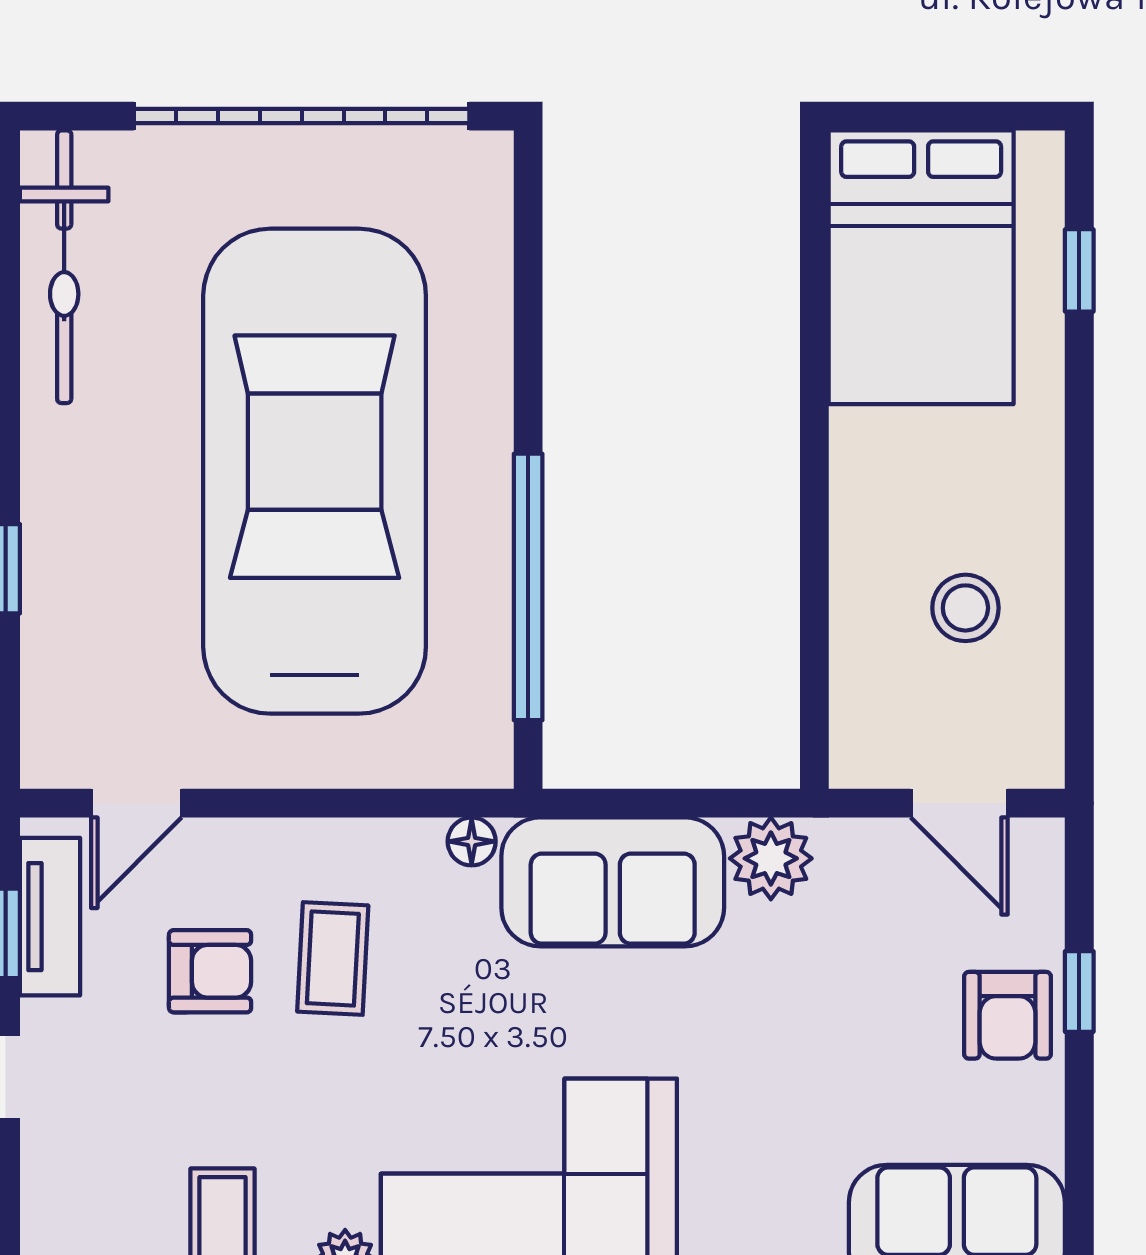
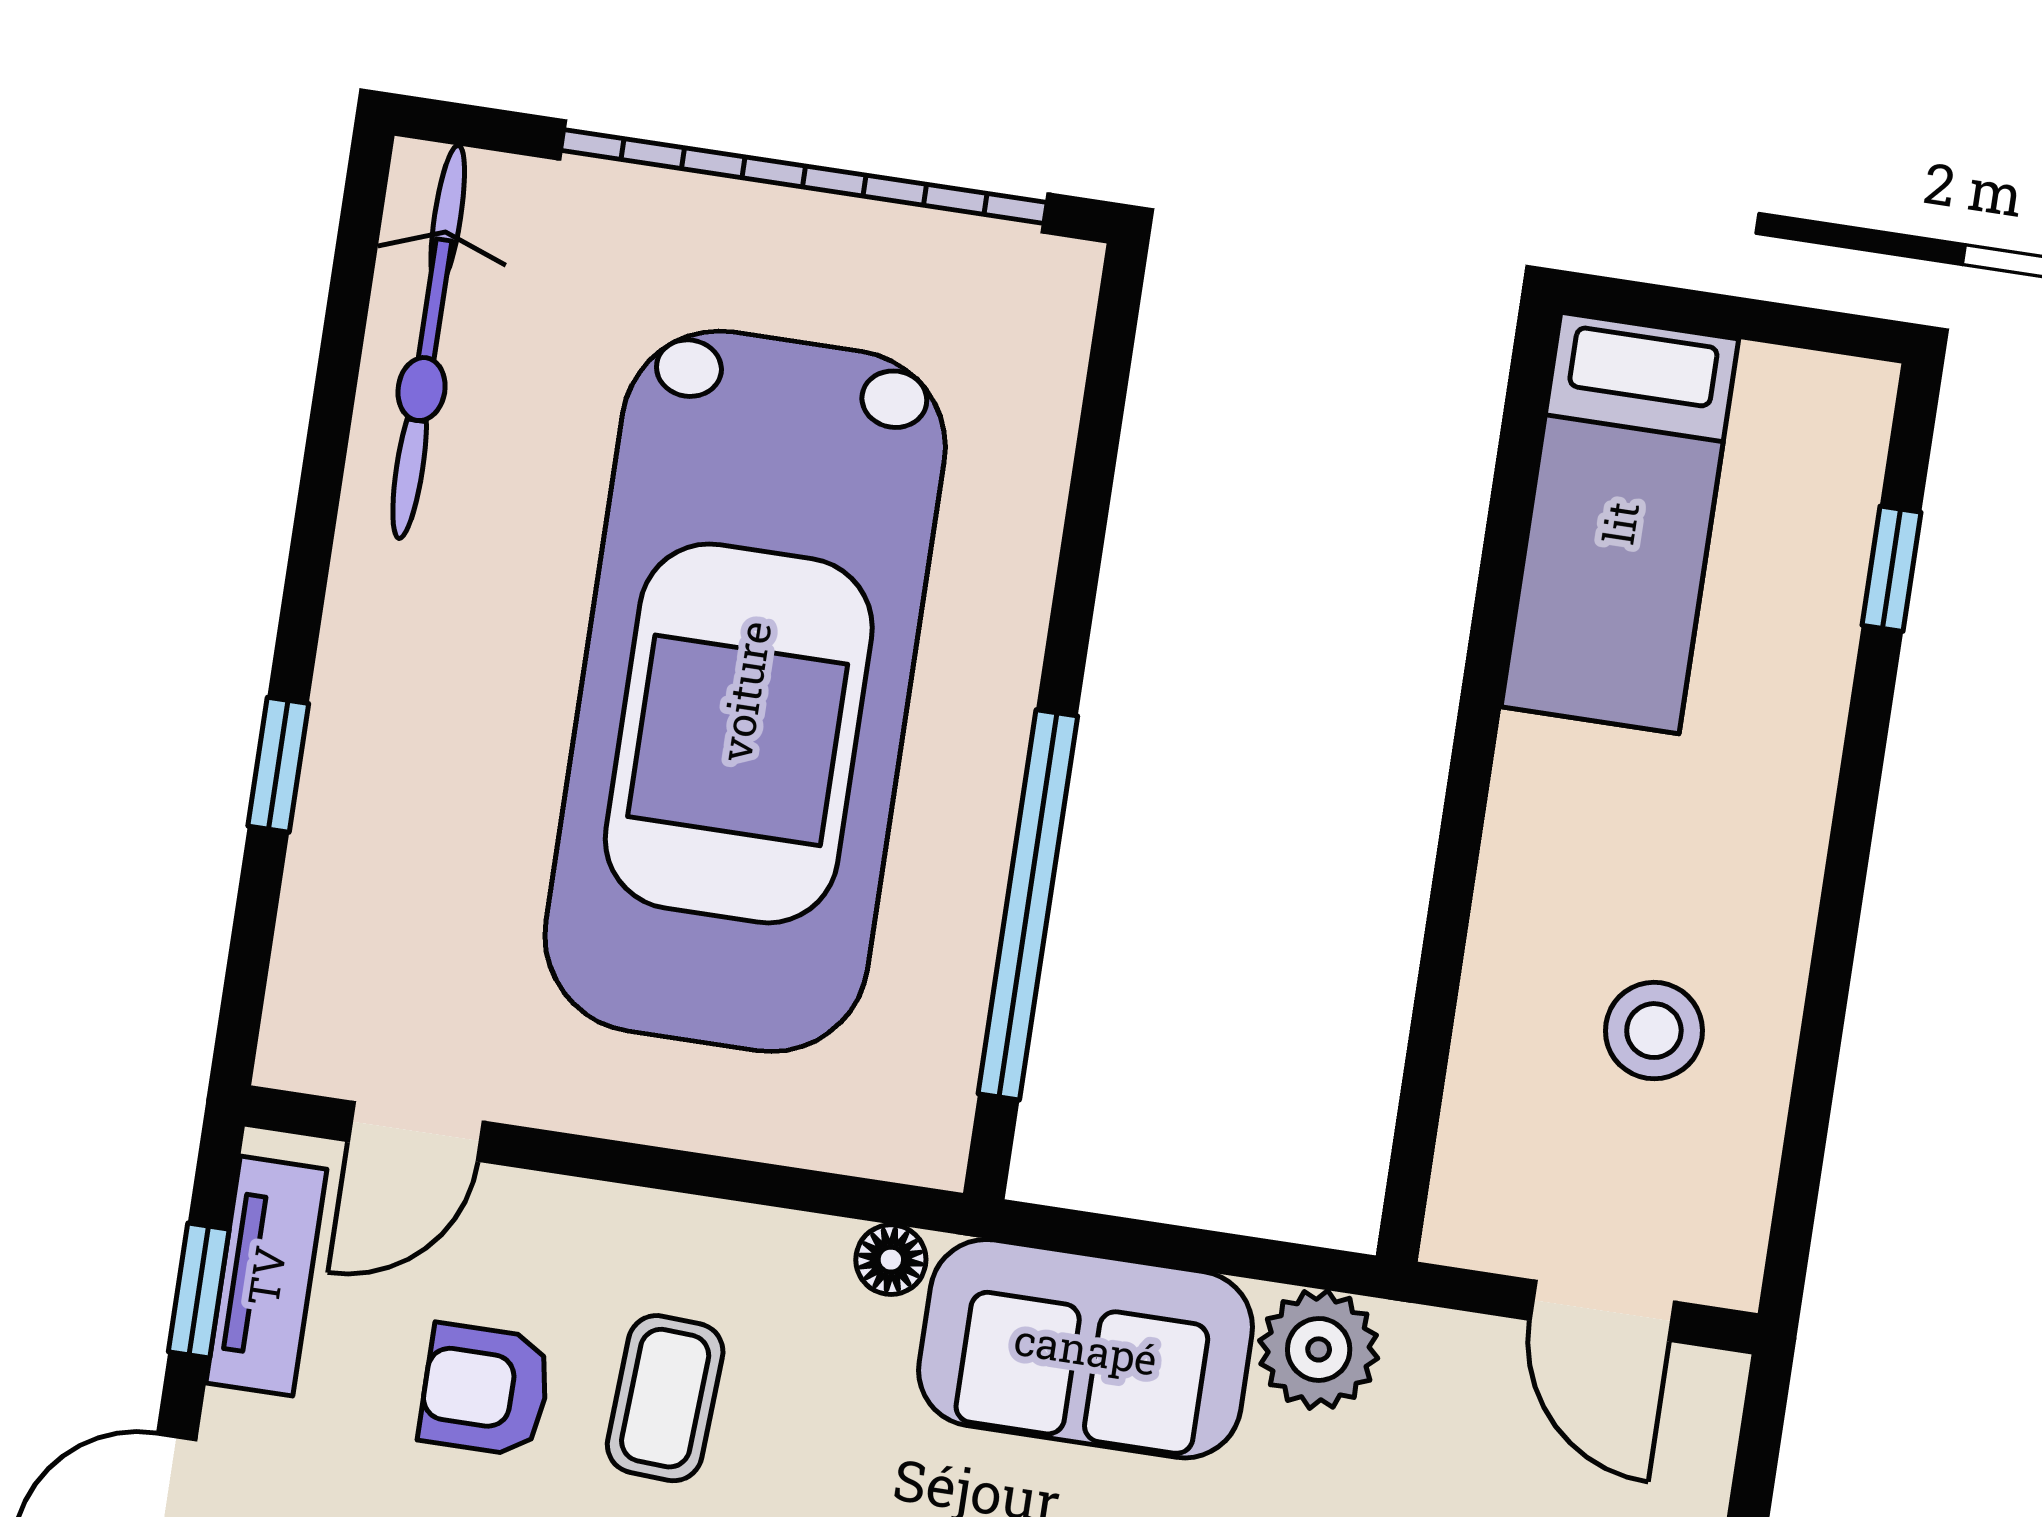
bed: (921, 267) -> (1620, 523), width x0.67
car: (315, 471) -> (745, 691), turned 180
armchair: (210, 971) -> (485, 1390), turned 180

